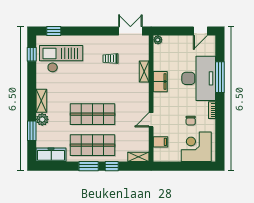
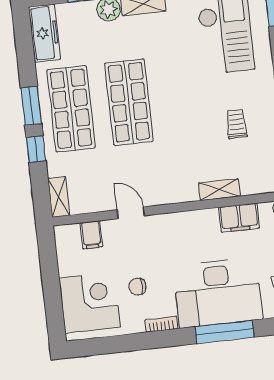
filing cabinet: (160, 82) -> (239, 218), moved

